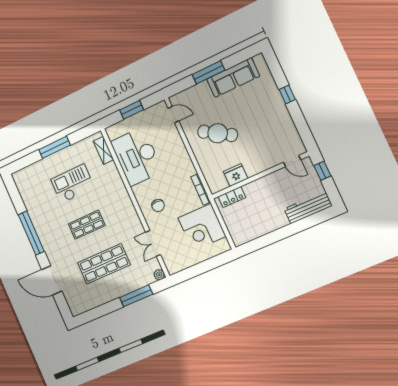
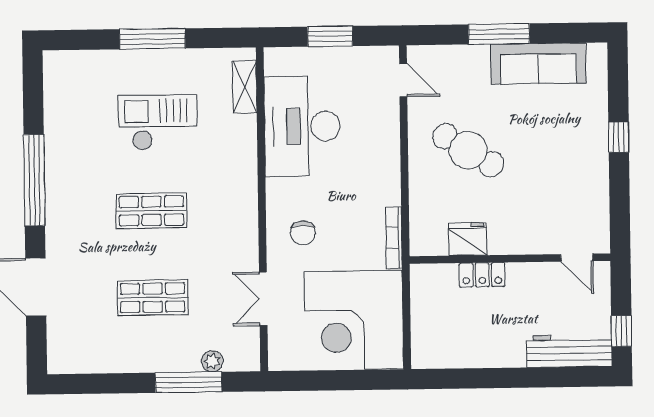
window: (322, 171) -> (621, 331), moved
locker: (232, 197) -> (482, 275), moved
corner desk: (202, 227) -> (354, 320), width x1.36, depth x1.36
shop shelf: (104, 264) -> (153, 298), width x0.70, depth x0.74
plant: (159, 275) -> (212, 361), moved

